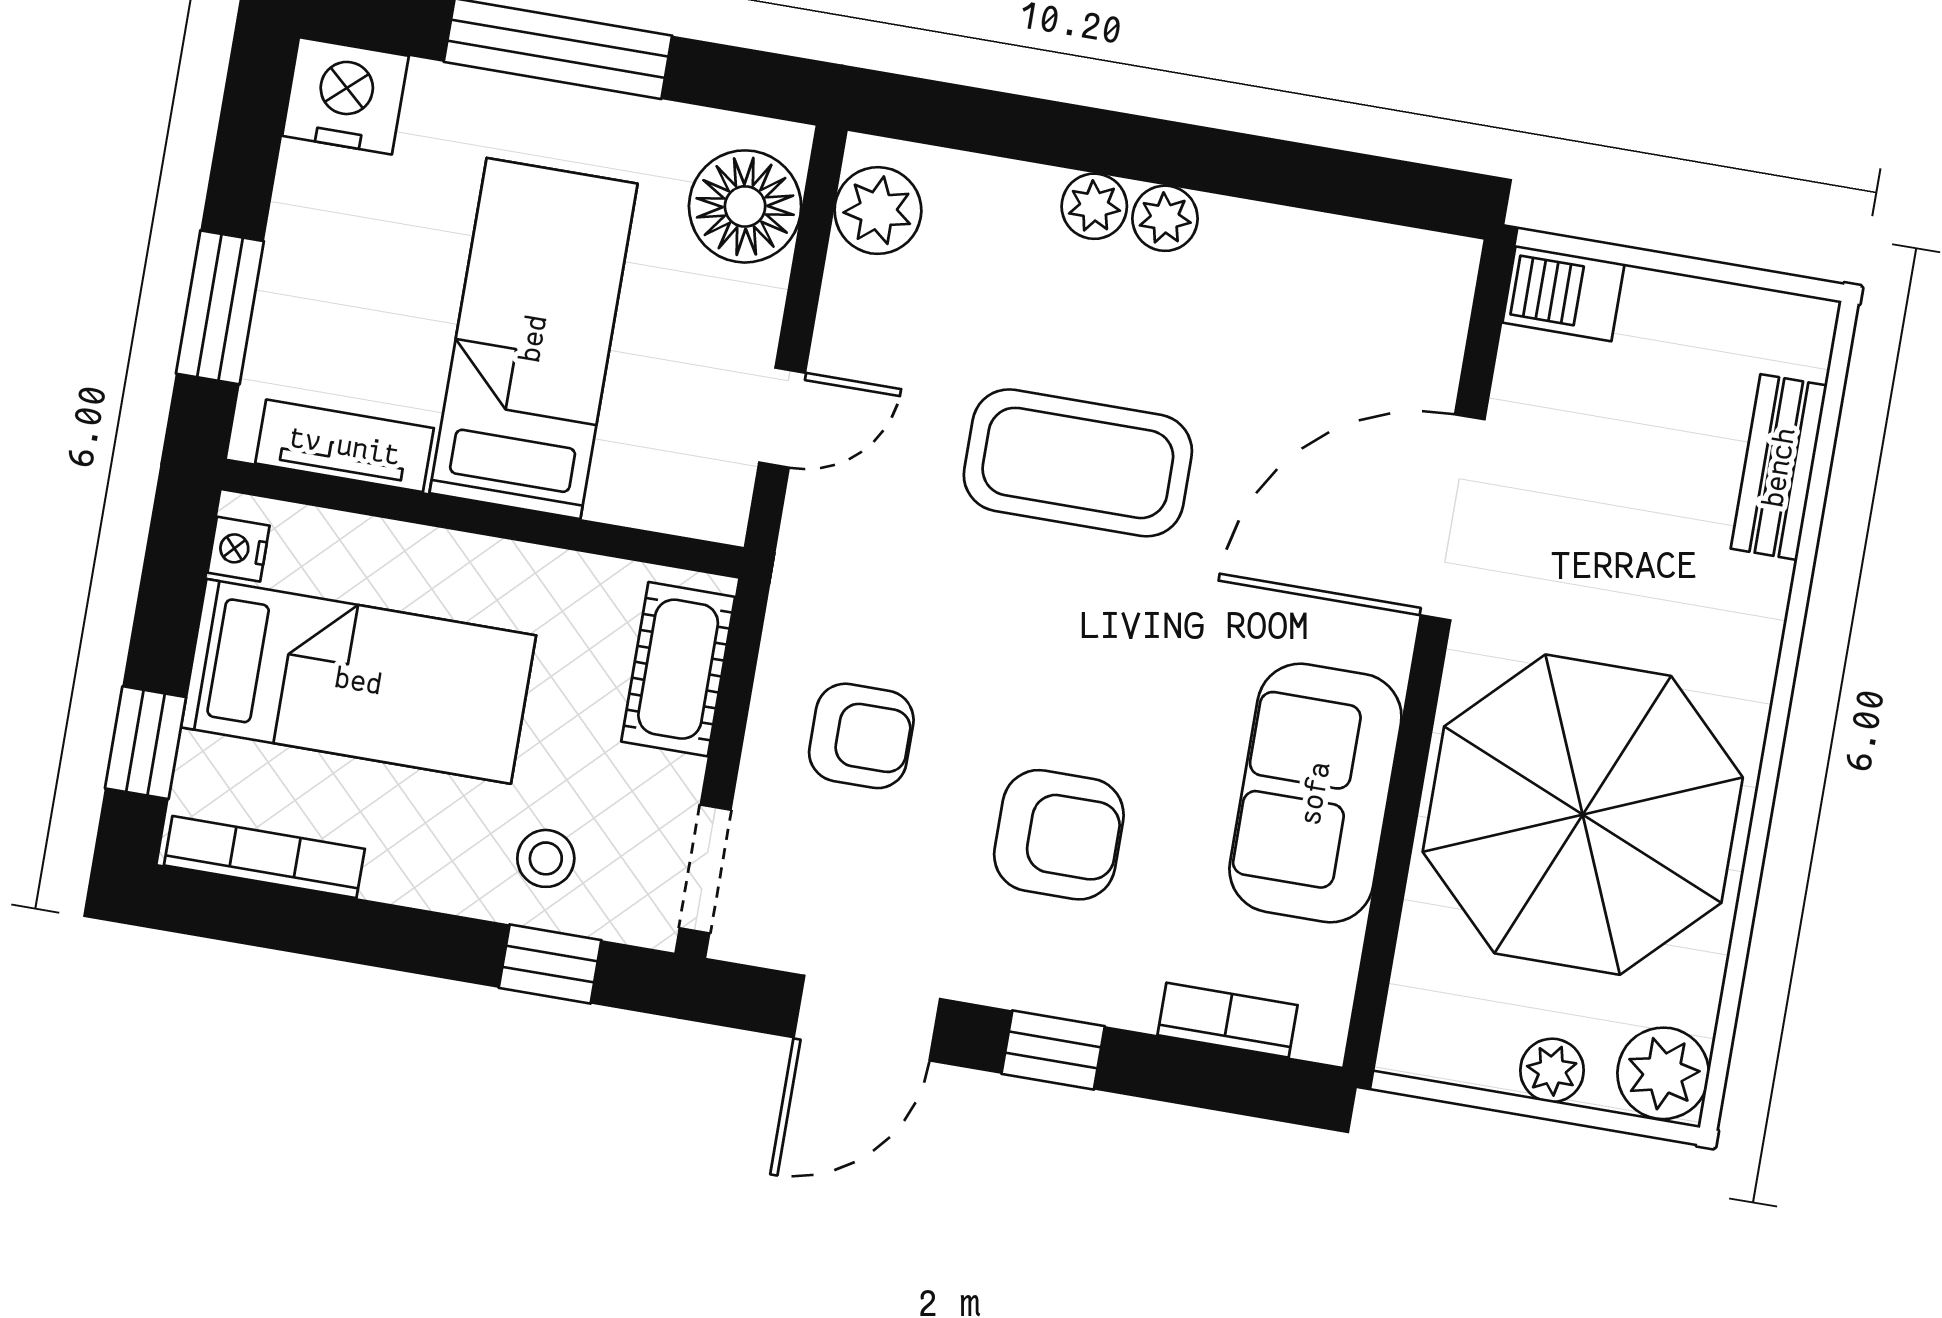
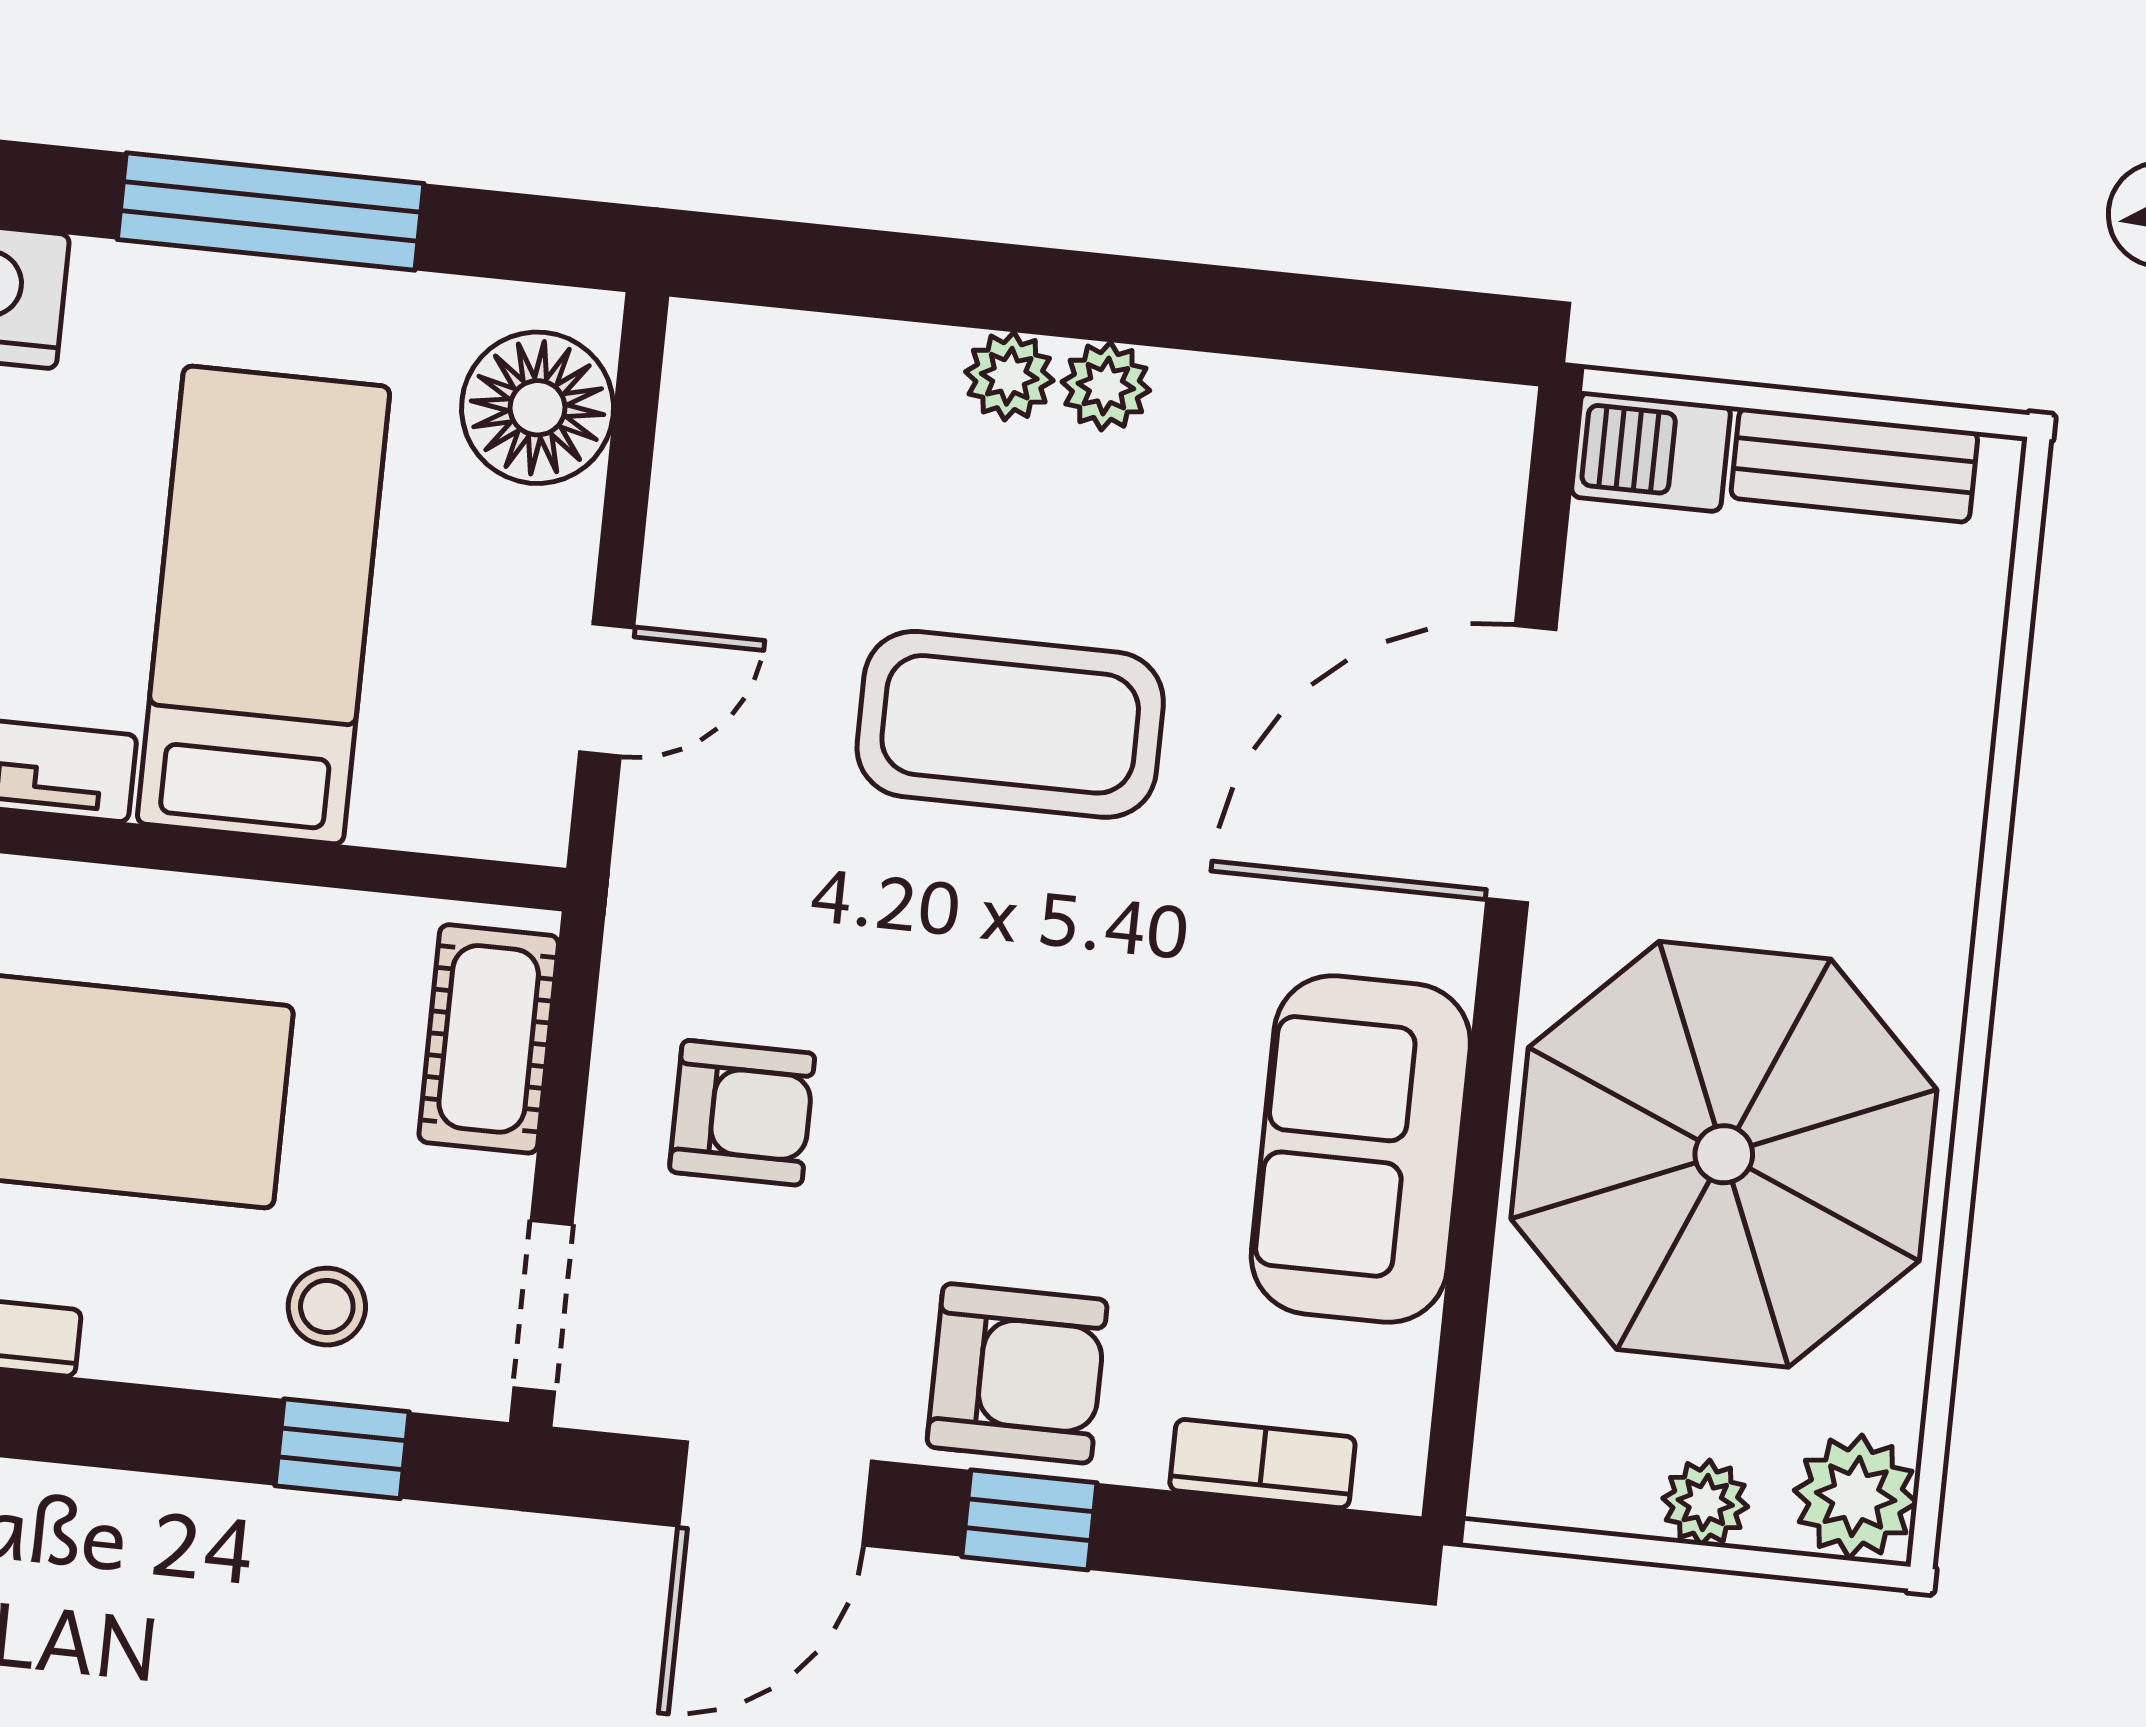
plant: (878, 211) -> (717, 401), removed
bench: (1779, 467) -> (1854, 465), moved, turned 90
armchair: (1059, 835) -> (1017, 1373), moved

